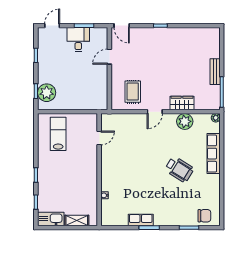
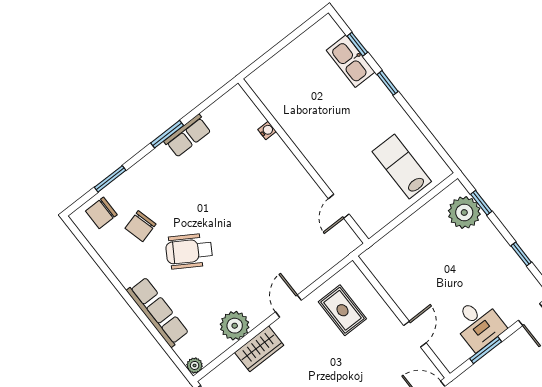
lab bench: (58, 134) -> (402, 167), turned 180
chair: (192, 197) -> (140, 226), added
kitchen sink: (51, 219) -> (351, 61), moved, turned 90
shelving: (77, 221) -> (279, 63), removed

